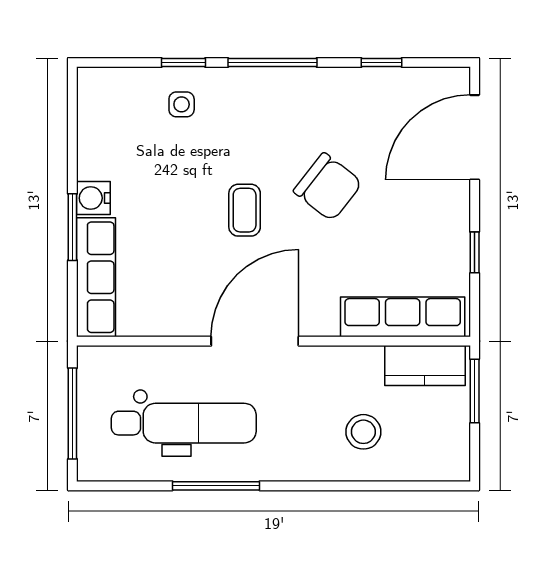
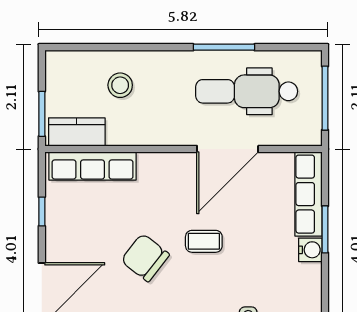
coffee table: (245, 210) -> (204, 241), turned 90
door: (255, 341) -> (228, 149), moved

